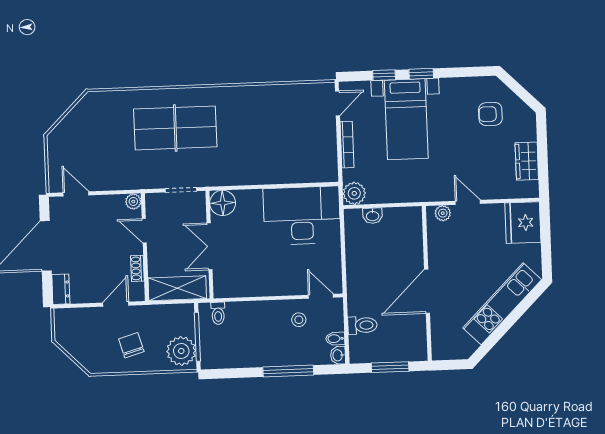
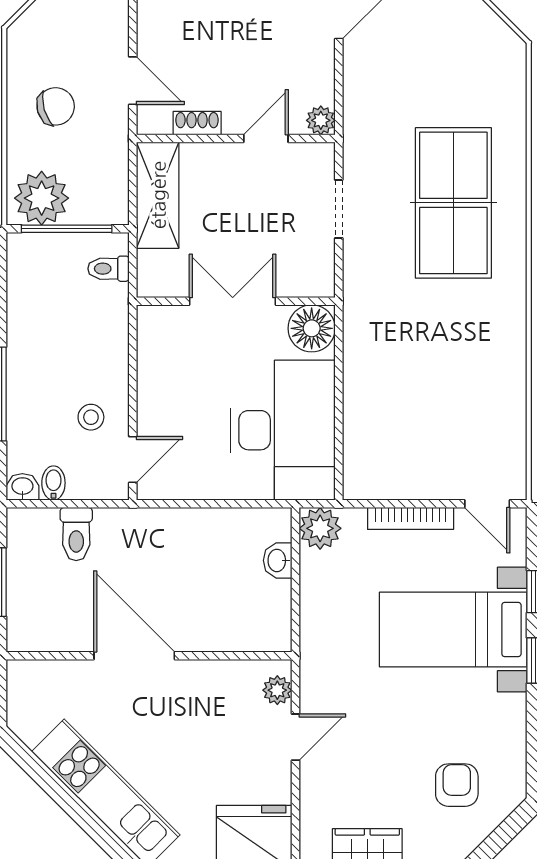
floor lamp: (223, 203) -> (312, 328), moved
wall: (210, 245) -> (236, 301), moved
double door: (210, 246) -> (233, 301), moved

